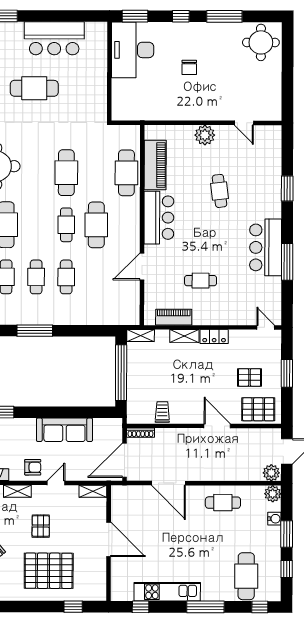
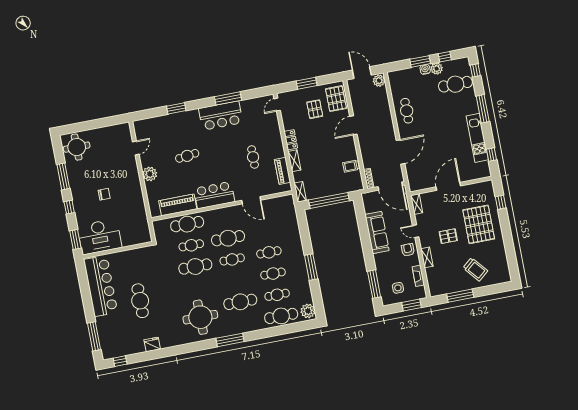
bar counter: (54, 38) -> (101, 286), width x1.36
cafe table: (96, 173) -> (191, 245), added
plant: (273, 494) -> (437, 69), moved
water cooler: (274, 519) -> (425, 69), moved

